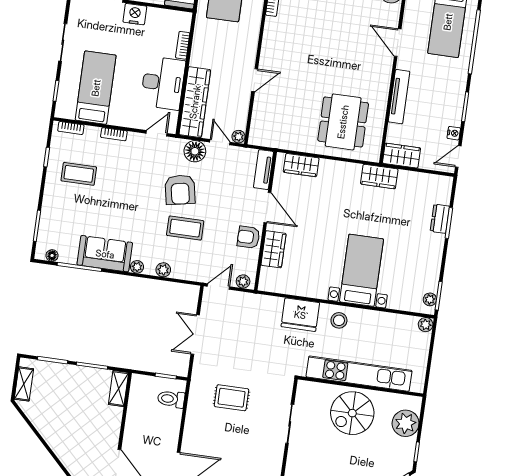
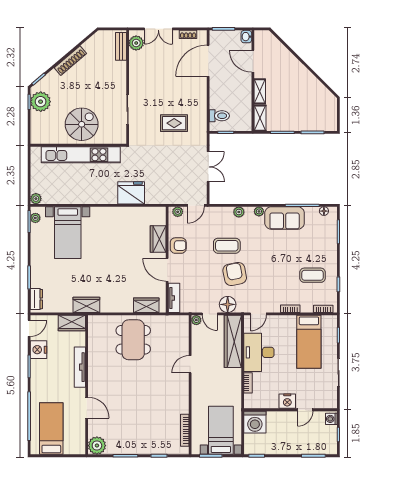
dining table: (343, 122) -> (133, 340), moved
nightstand: (454, 133) -> (39, 350), width x1.89, depth x1.79
dresser: (440, 219) -> (36, 299), moved
bed with nightstands: (361, 270) -> (68, 233), moved
stool: (339, 320) -> (101, 193), removed
shelving: (24, 384) -> (260, 91), moved
plant: (406, 423) -> (41, 102), moved

